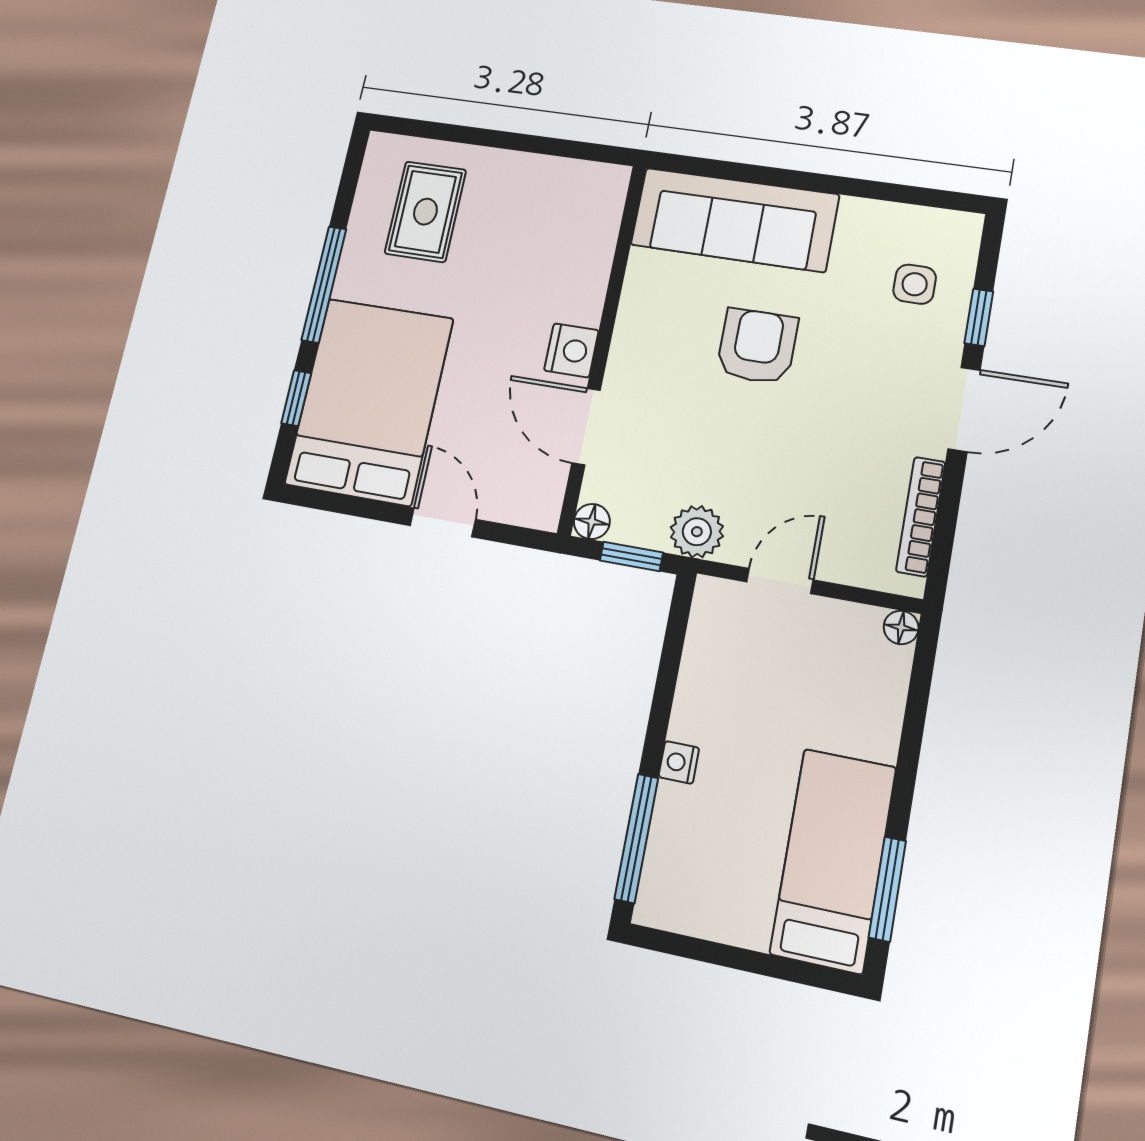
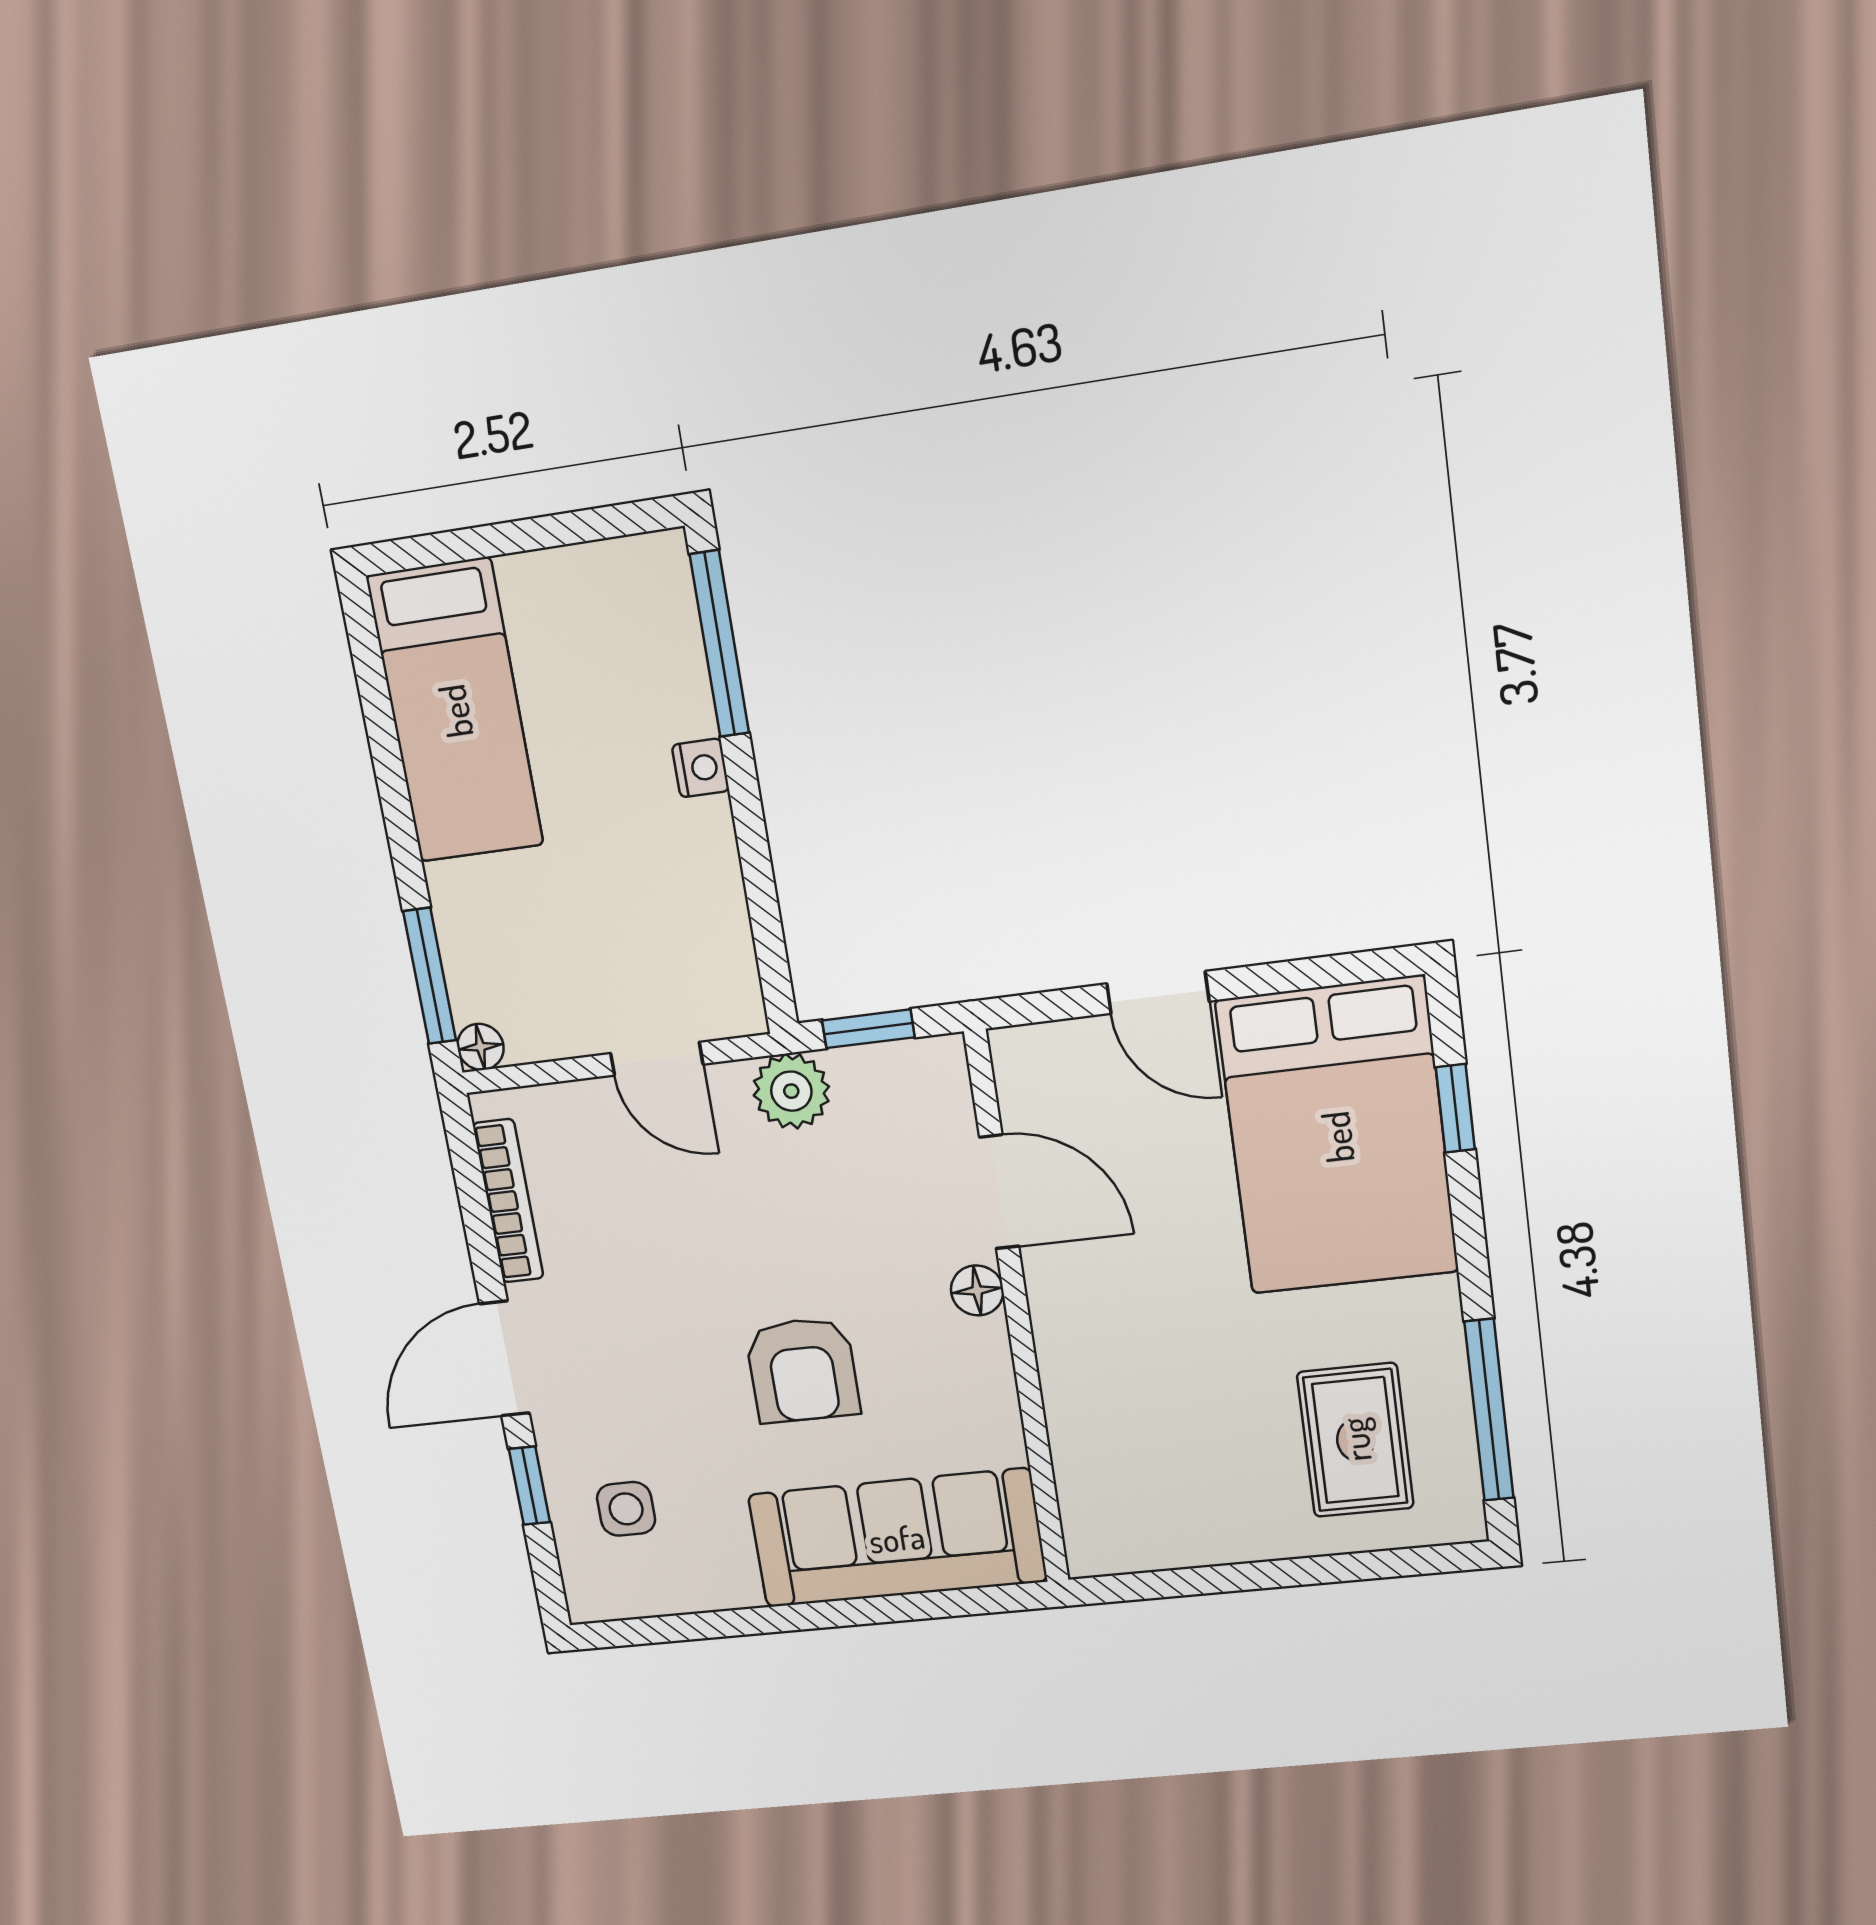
window: (324, 284) -> (1489, 1410), moved
nightstand: (571, 350) -> (1060, 1294), removed
floor lamp: (592, 522) -> (977, 1290), moved
door: (780, 581) -> (657, 1059), hinge flipped
window: (887, 889) -> (430, 976), moved

